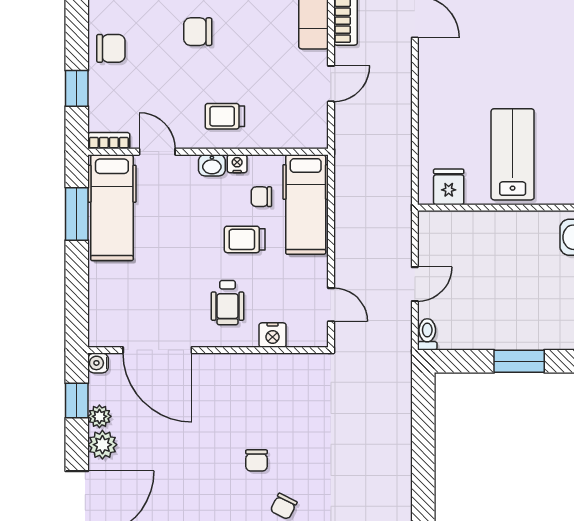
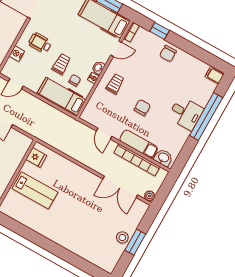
chair: (198, 32) -> (142, 108), moved

